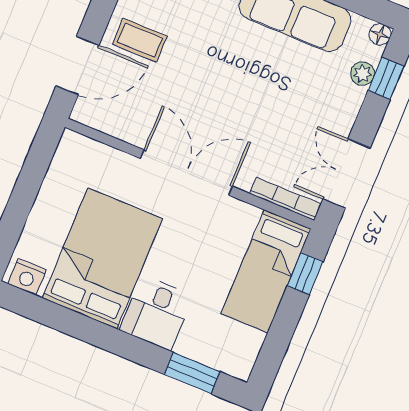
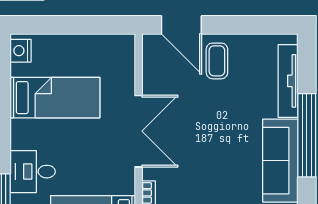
bed: (102, 258) -> (55, 98), width x0.67
desk: (156, 313) -> (33, 172), moved

